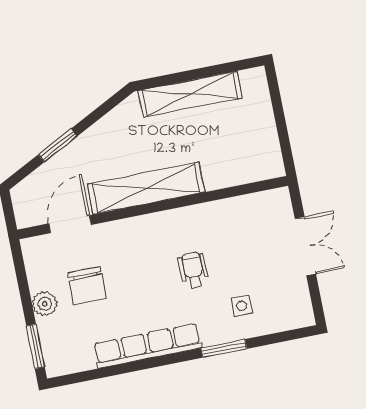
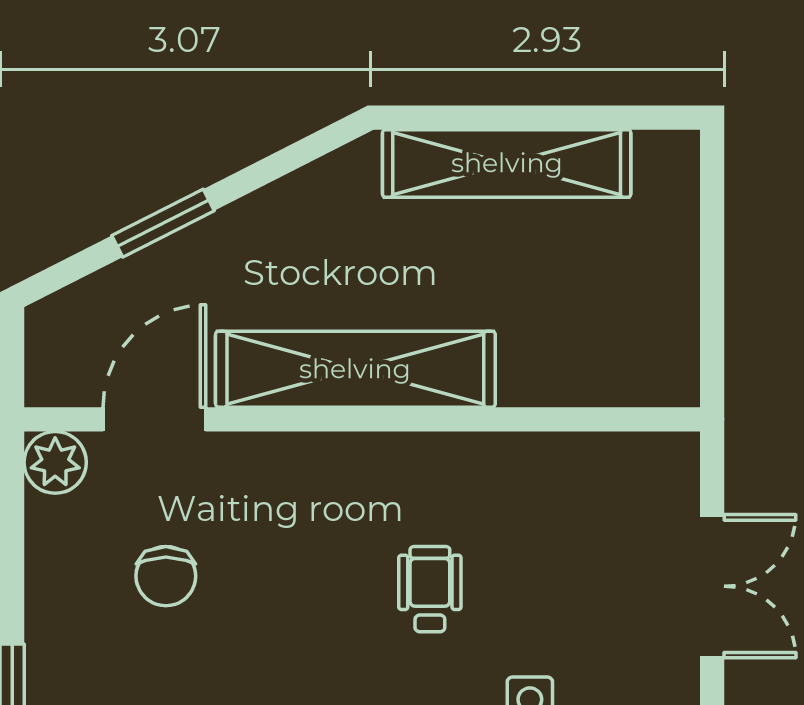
chair: (87, 286) -> (166, 576), width x0.73, depth x0.73
plant: (45, 304) -> (55, 462), moved

